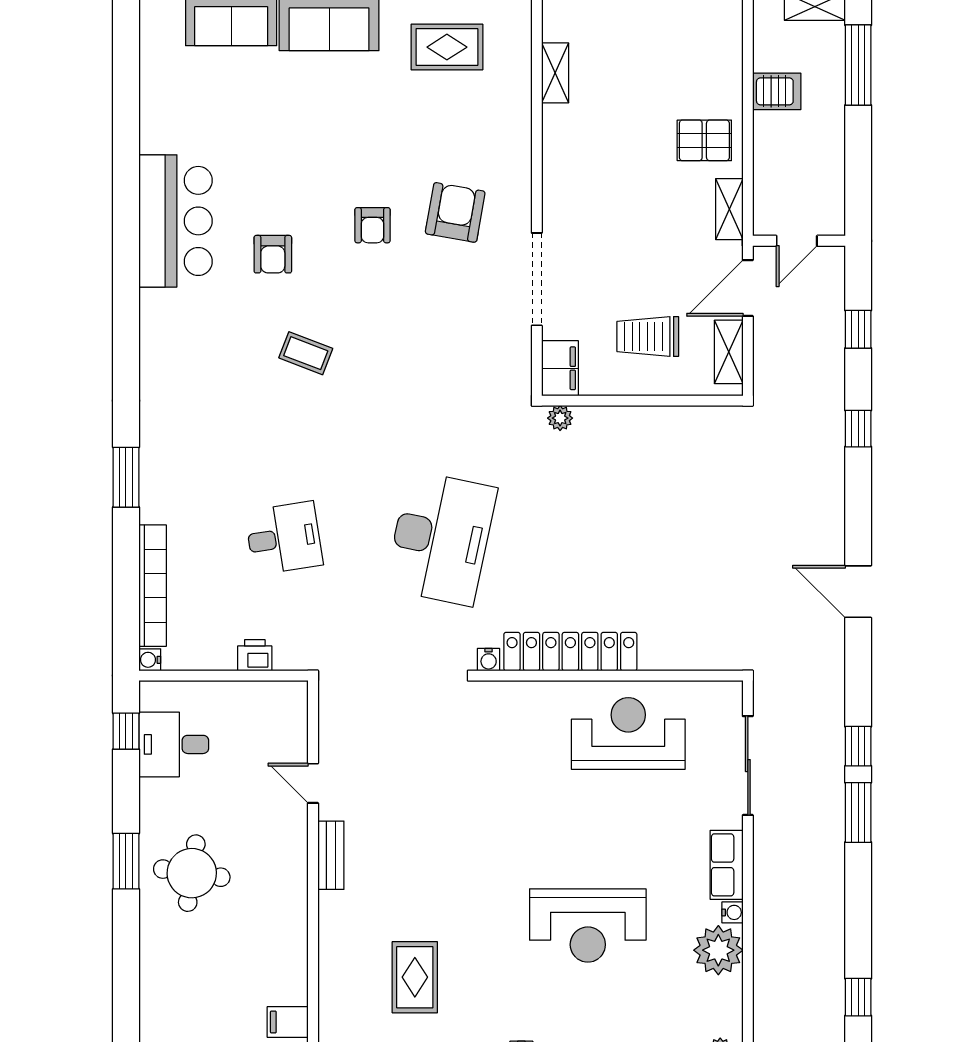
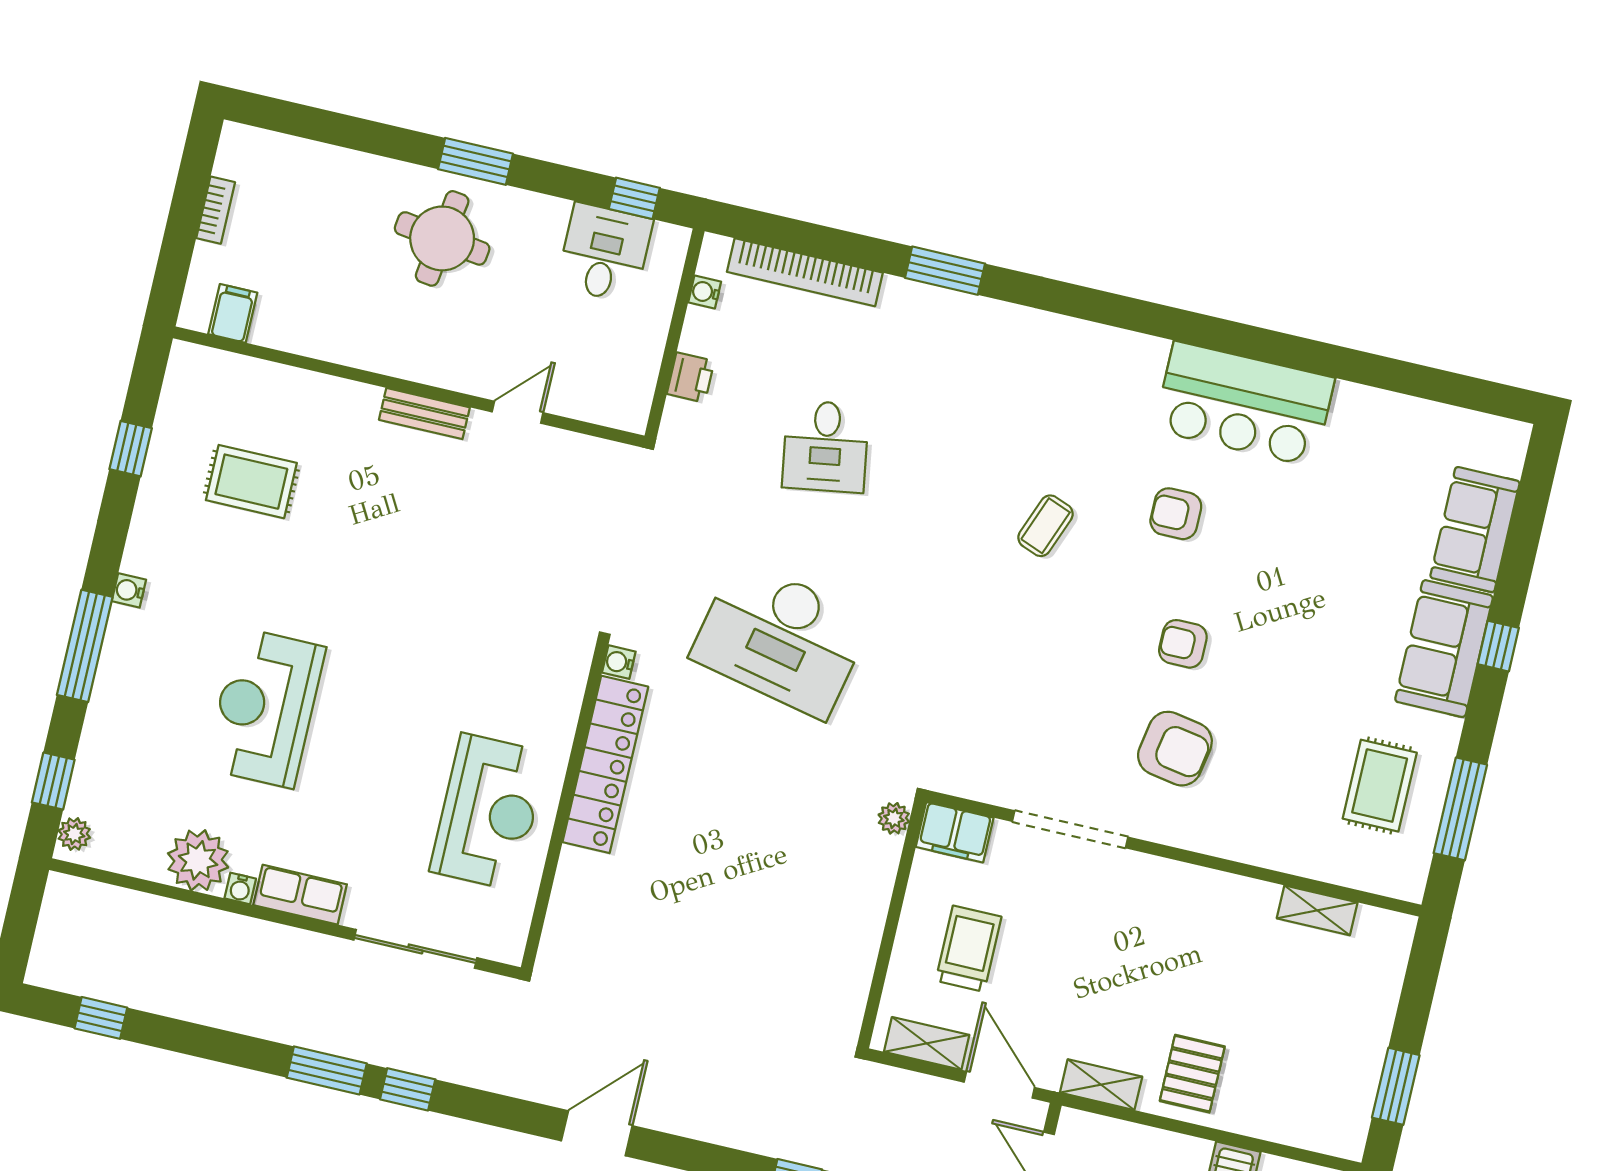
water cooler: (150, 660) -> (705, 292), moved, turned -90

